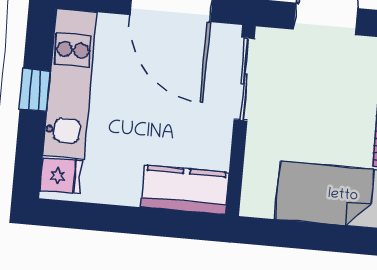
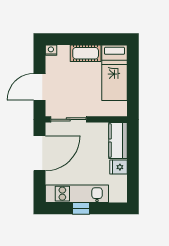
fridge: (61, 176) -> (118, 167), moved, turned -90

